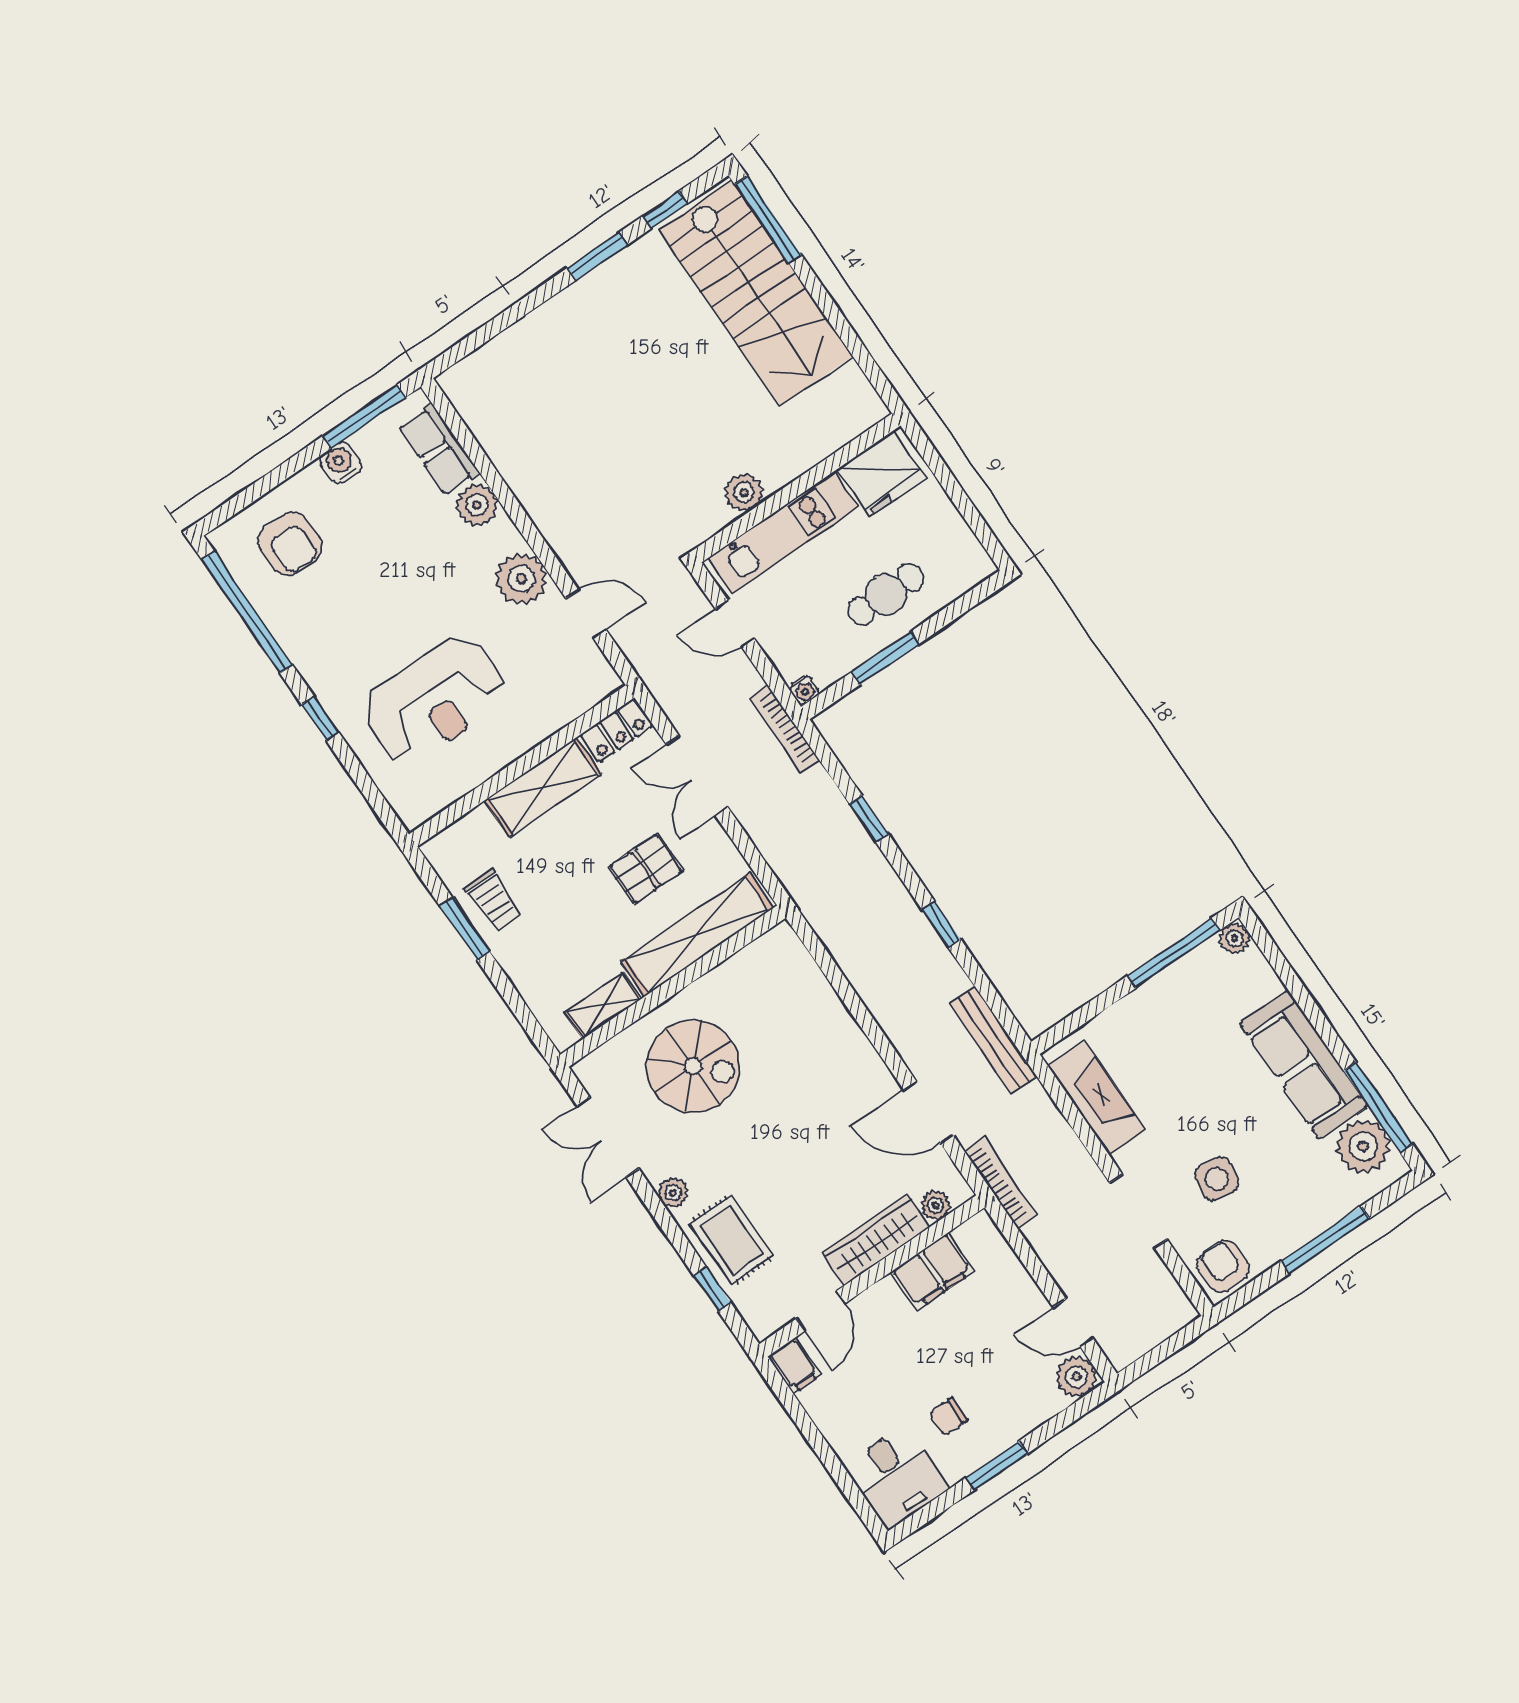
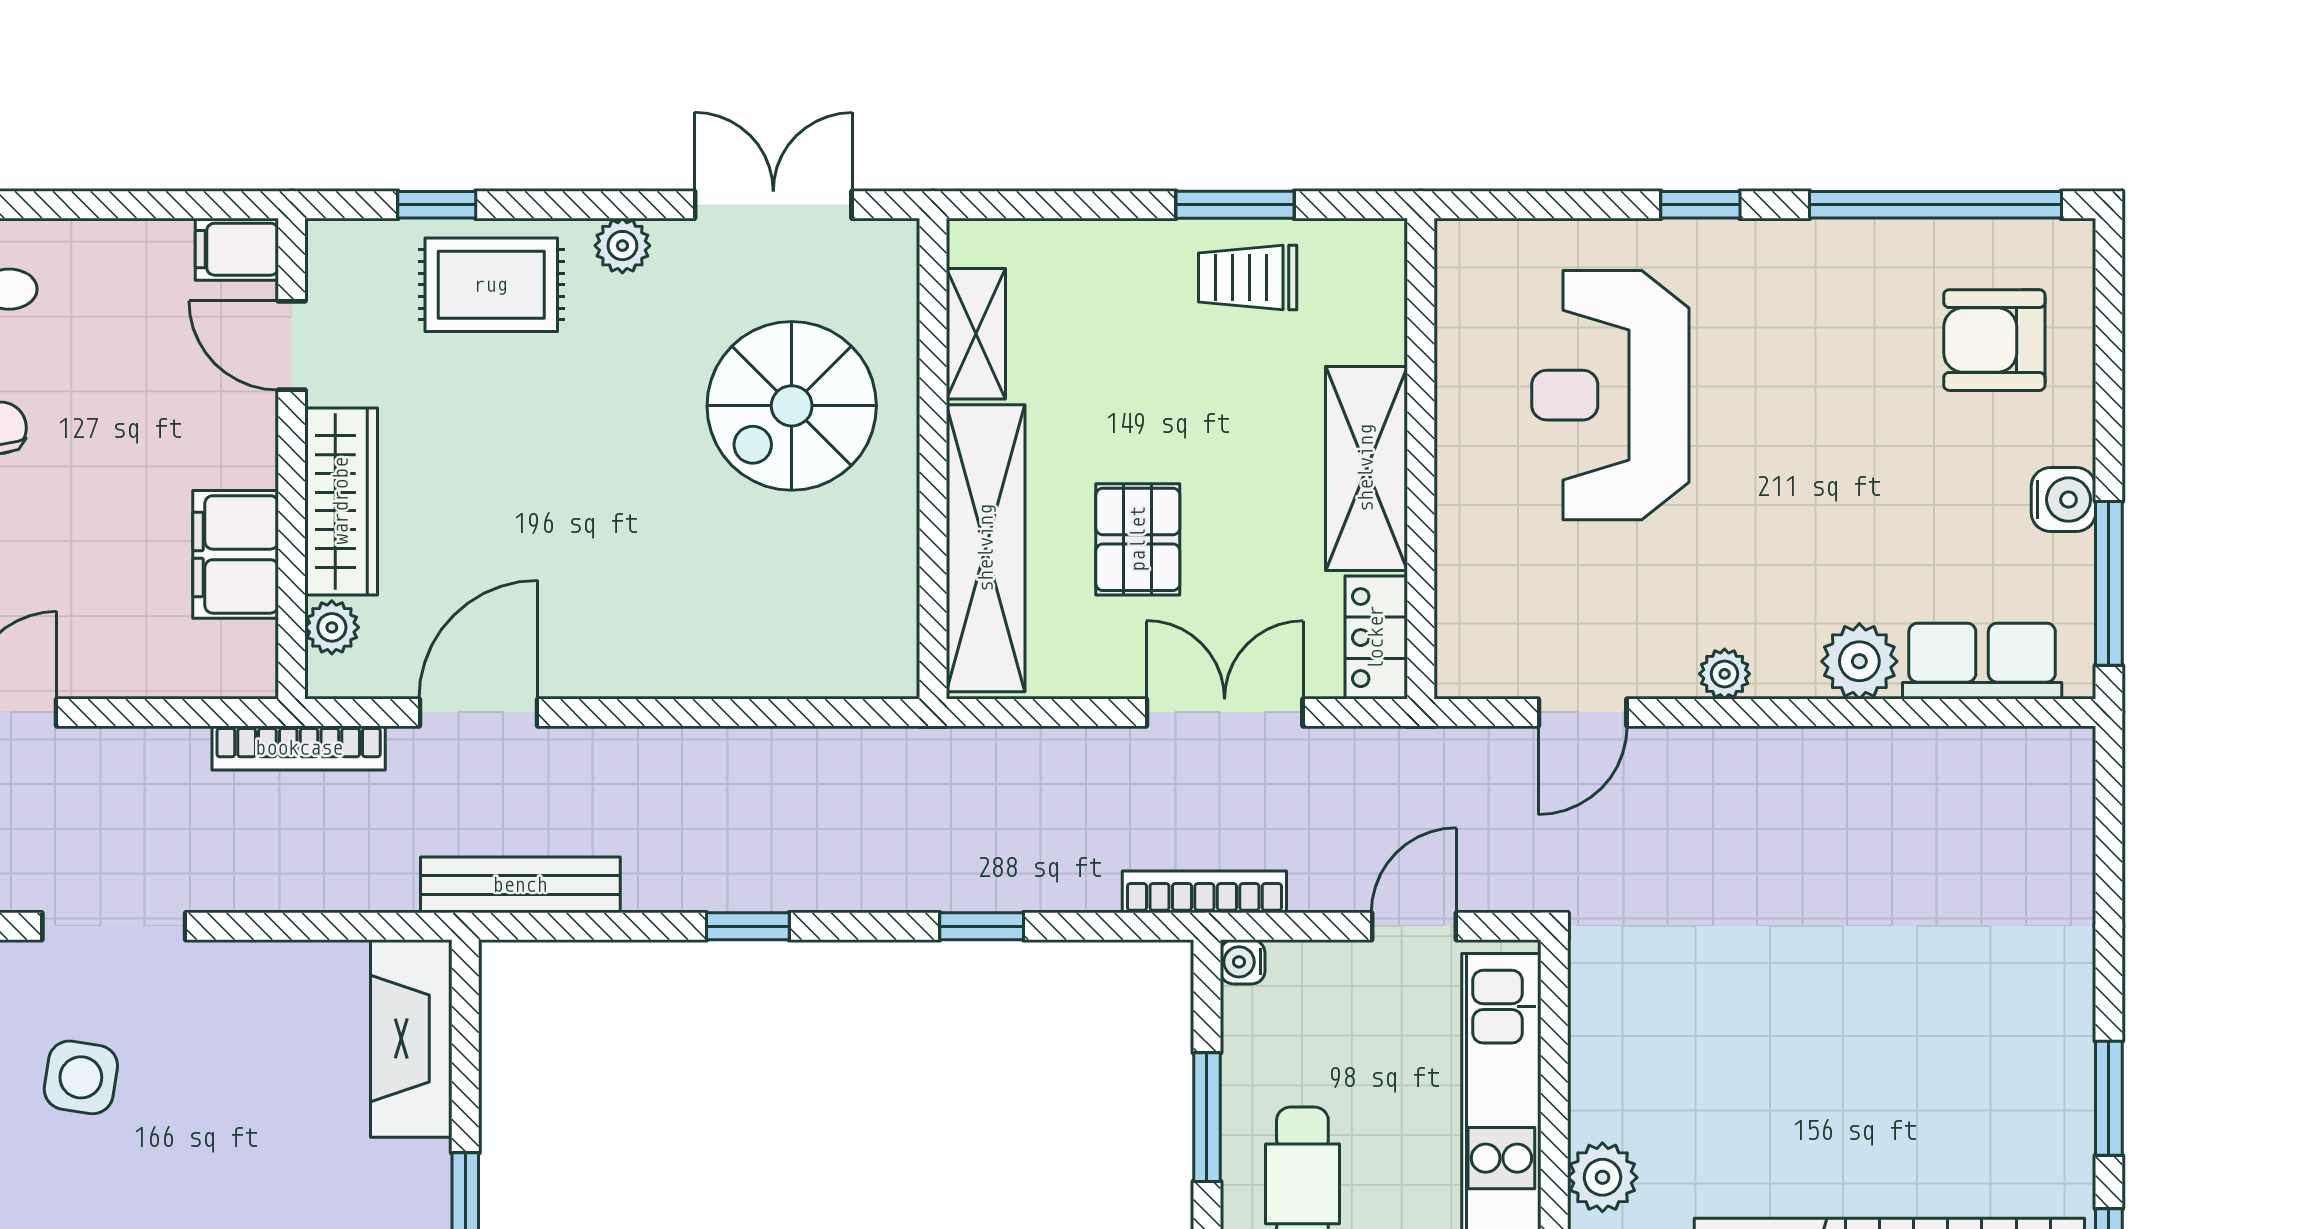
plant: (744, 492) -> (1602, 1177), moved
plant: (521, 579) -> (1725, 674), width x0.53, depth x0.53
fireplace: (1097, 1098) -> (411, 1039), moved, turned 90

